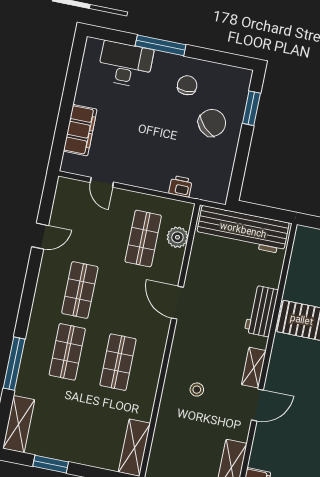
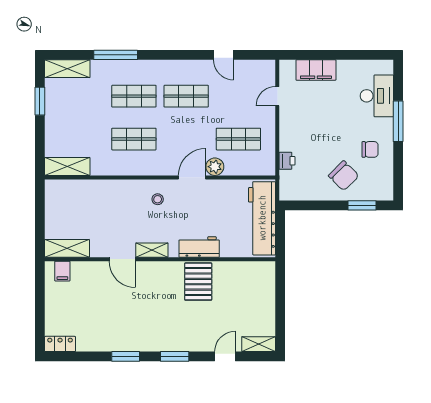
plant: (177, 237) -> (215, 167), moved
stool: (197, 390) -> (158, 199), moved

